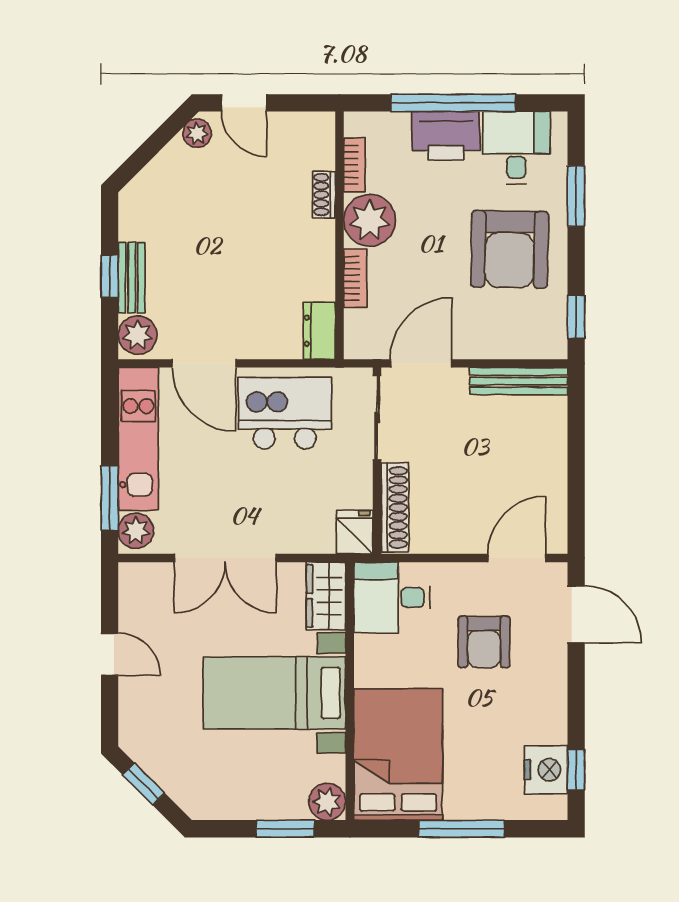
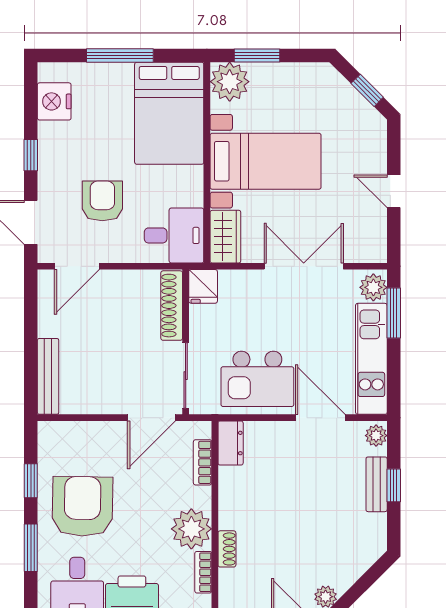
bookcase: (355, 278) -> (203, 462), moved
window: (576, 317) -> (31, 481), moved
plant: (138, 335) -> (376, 436), width x0.73, depth x0.73
bench: (519, 381) -> (48, 376), moved, turned 90
window: (576, 770) -> (31, 155), moved
plant: (327, 802) -> (230, 82), width x1.36, depth x1.36

